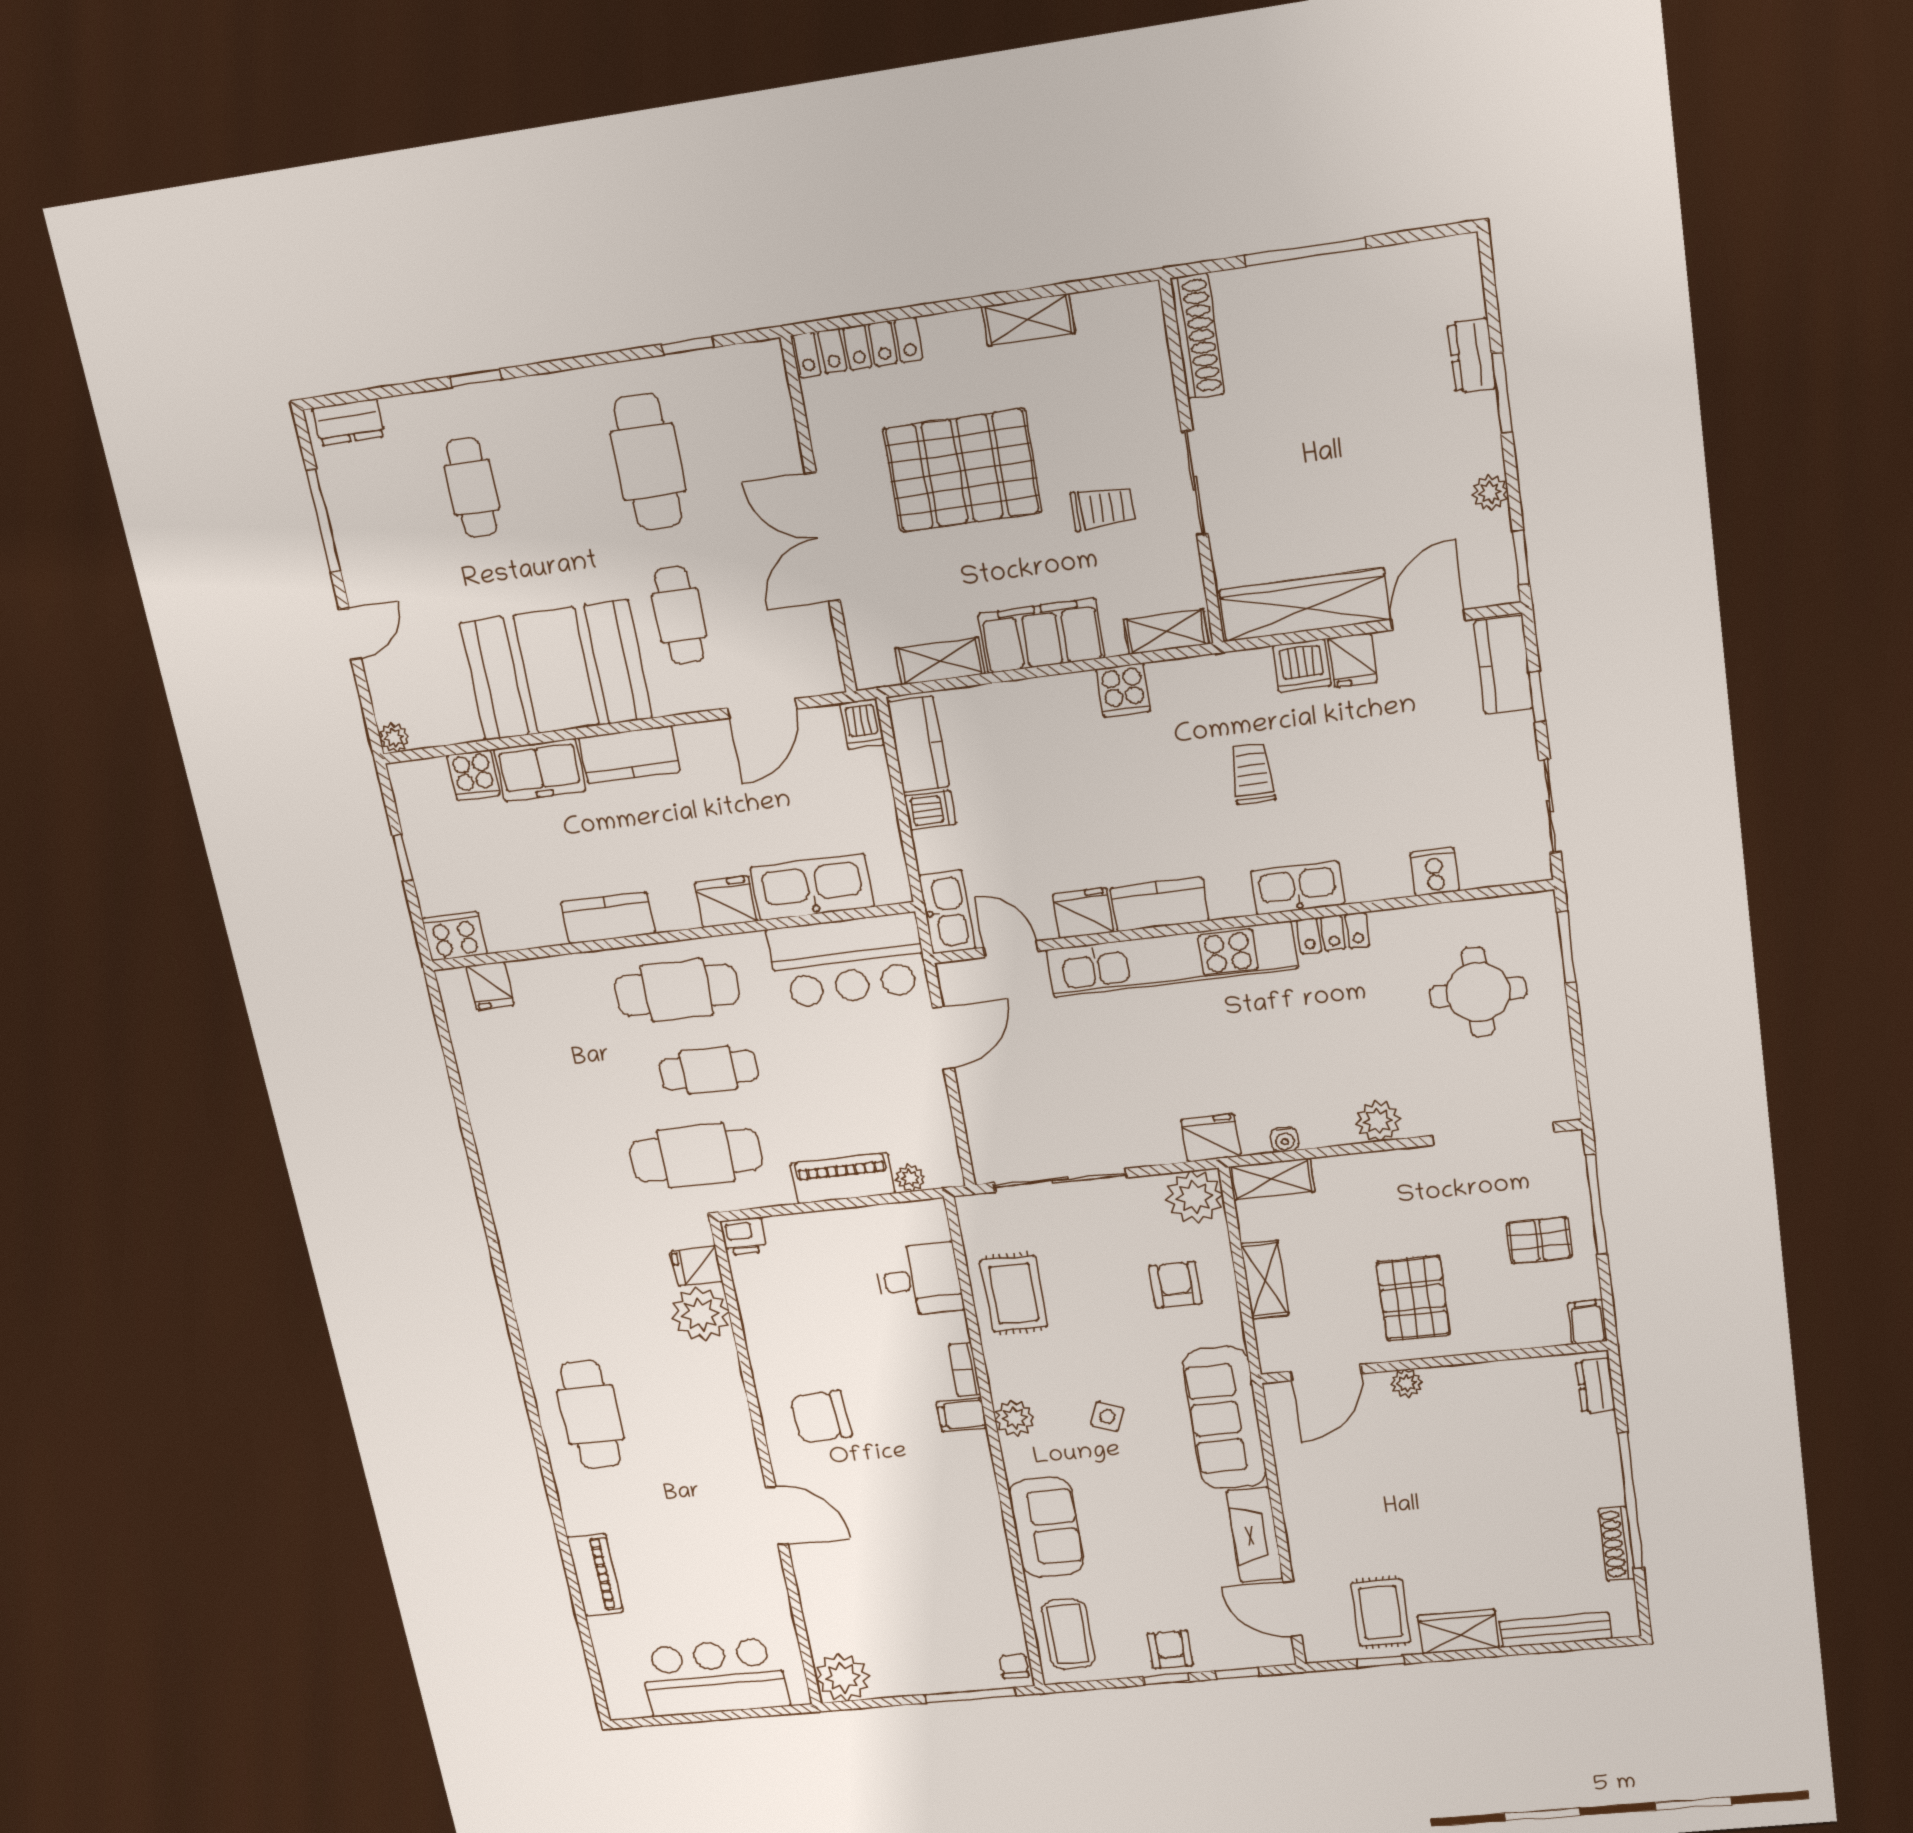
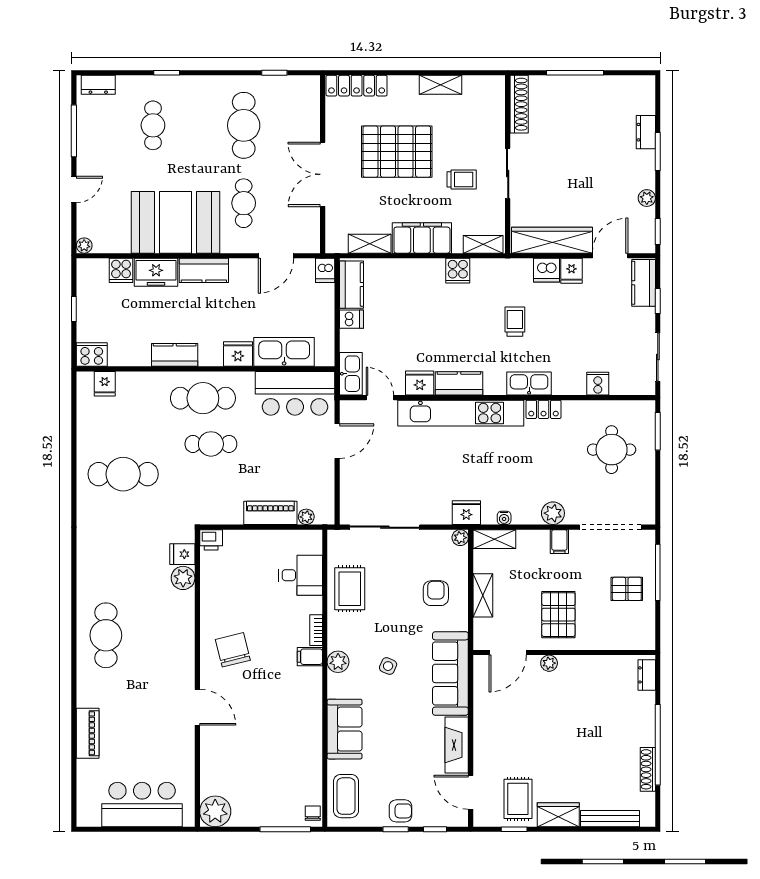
cafe table: (696, 1155) -> (123, 474), moved
plant: (1194, 1197) -> (460, 538), width x0.53, depth x0.53
plant: (700, 1314) -> (183, 578), width x0.73, depth x0.73
filing cabinet: (1587, 1322) -> (559, 542), moved, turned 180
chair: (821, 1417) -> (233, 650), turned 79
armchair: (1170, 1649) -> (401, 811), turned 90

